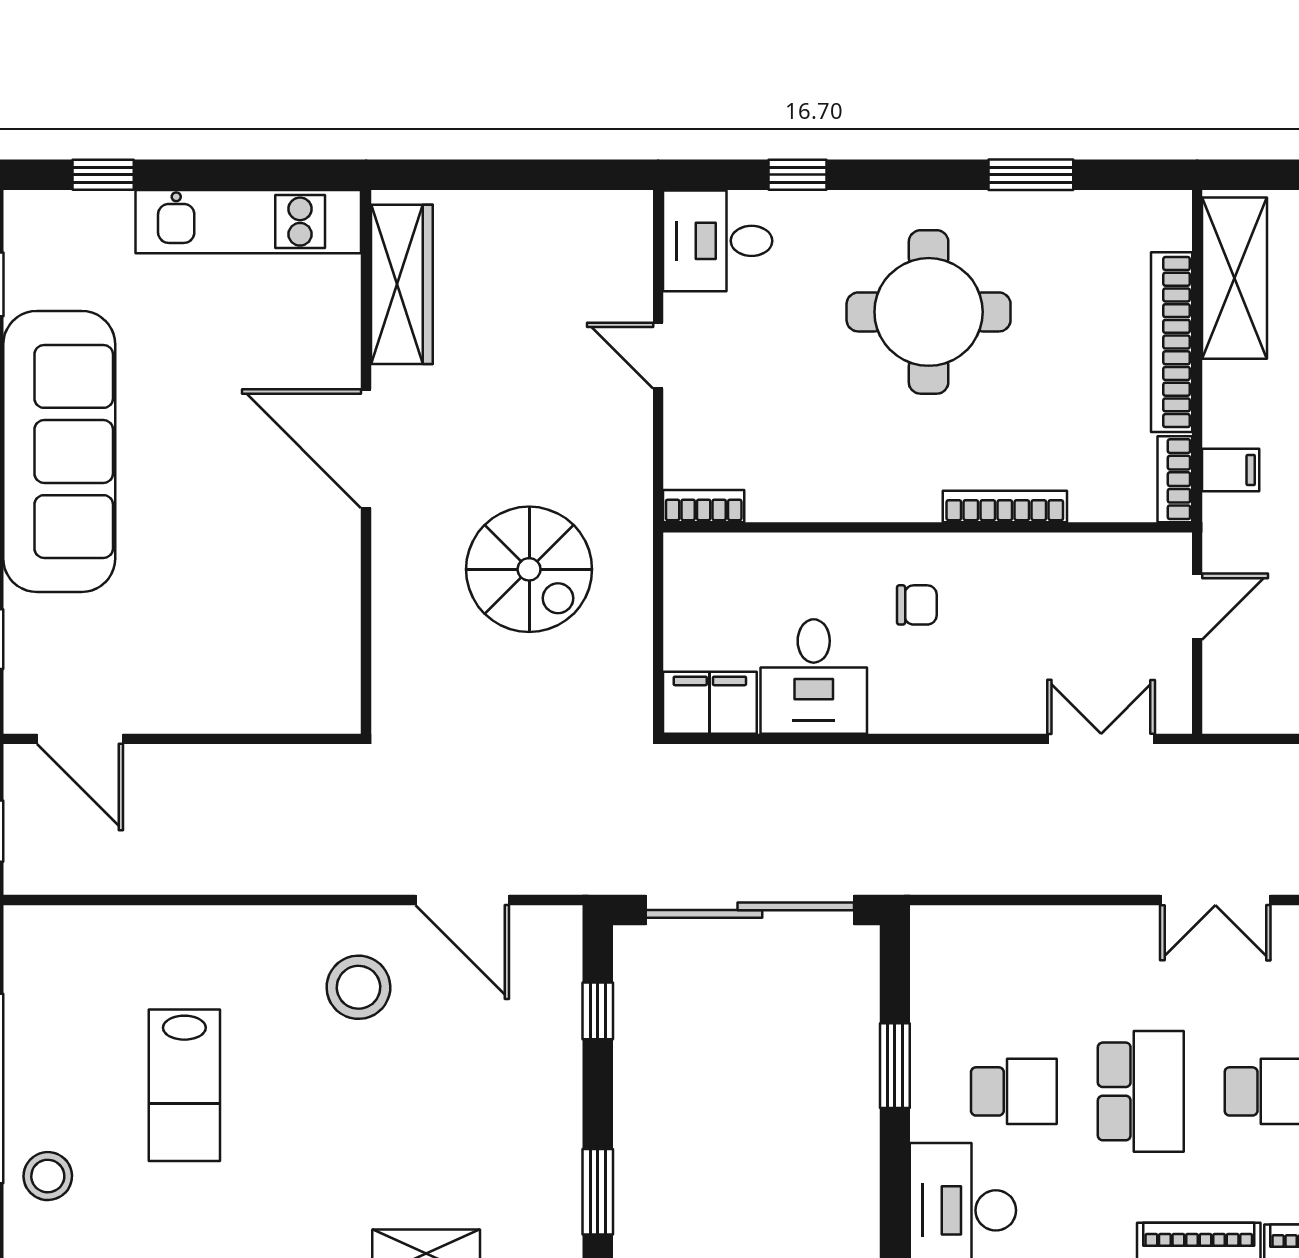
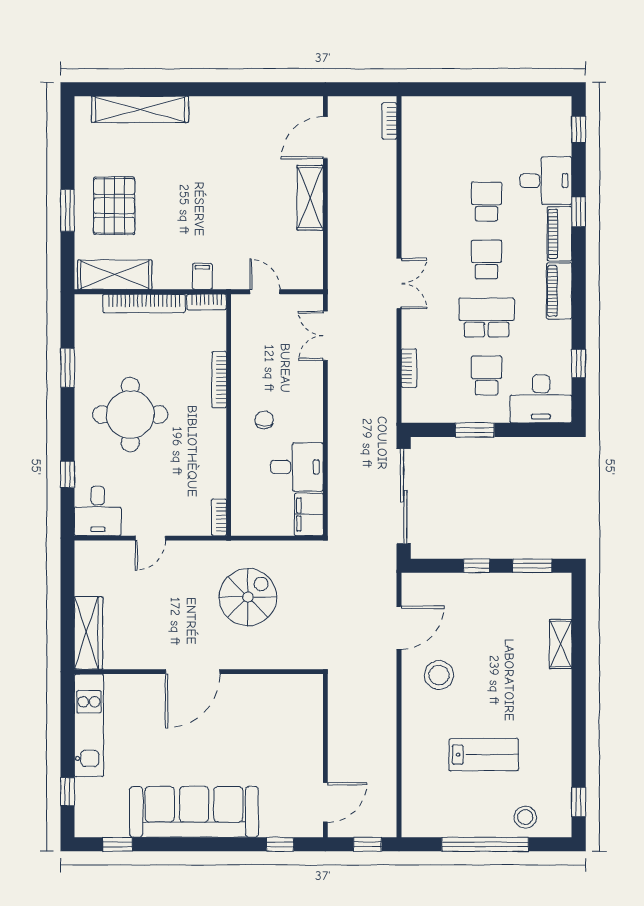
wardrobe: (402, 284) -> (88, 633), moved, turned 90
bookcase: (1030, 922) -> (409, 368), added
window: (598, 1011) -> (477, 566), moved

